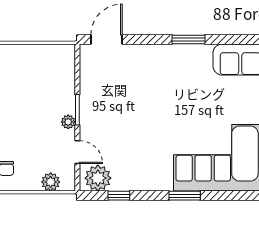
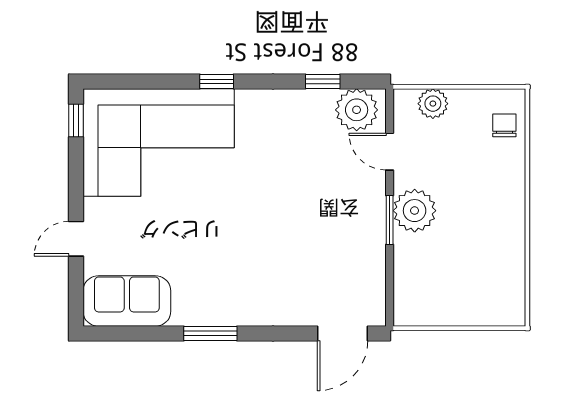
plant: (68, 122) -> (415, 211), width x1.87, depth x1.87
window: (185, 196) -> (217, 82), width x0.67

